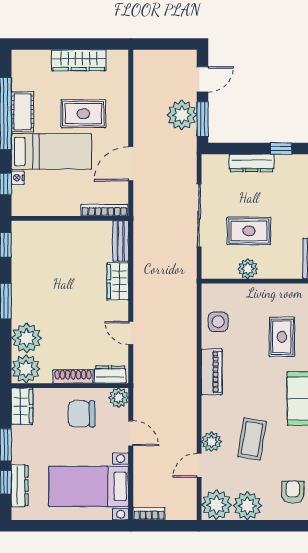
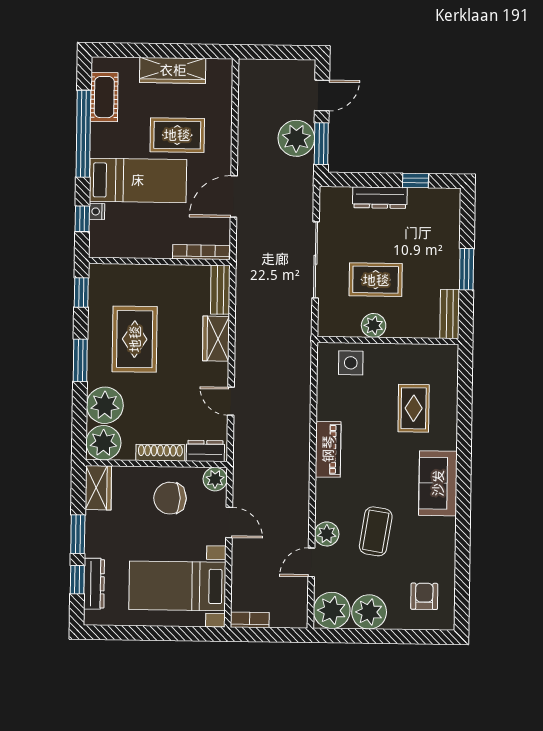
cot: (23, 112) -> (104, 97), moved
rug: (50, 283) -> (135, 339), added
side table: (218, 322) -> (351, 363), moved

